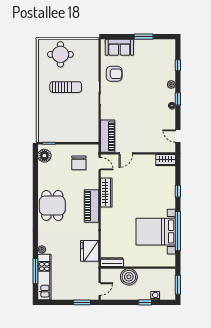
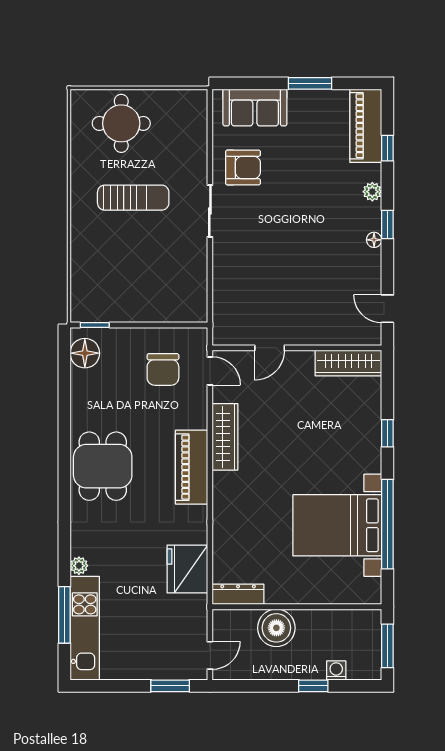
piano: (108, 136) -> (366, 126), moved, turned 180
wardrobe: (166, 160) -> (348, 363), width x1.50

